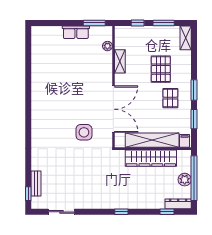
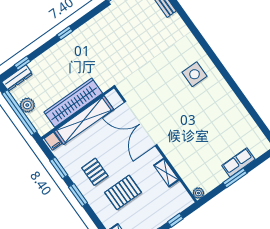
window: (94, 23) -> (235, 178), moved
row of seats: (76, 32) -> (238, 162), moved
plant: (107, 46) -> (198, 193), moved
pallet: (161, 69) -> (123, 192), turned 90
side table: (84, 132) -> (195, 74), moved

